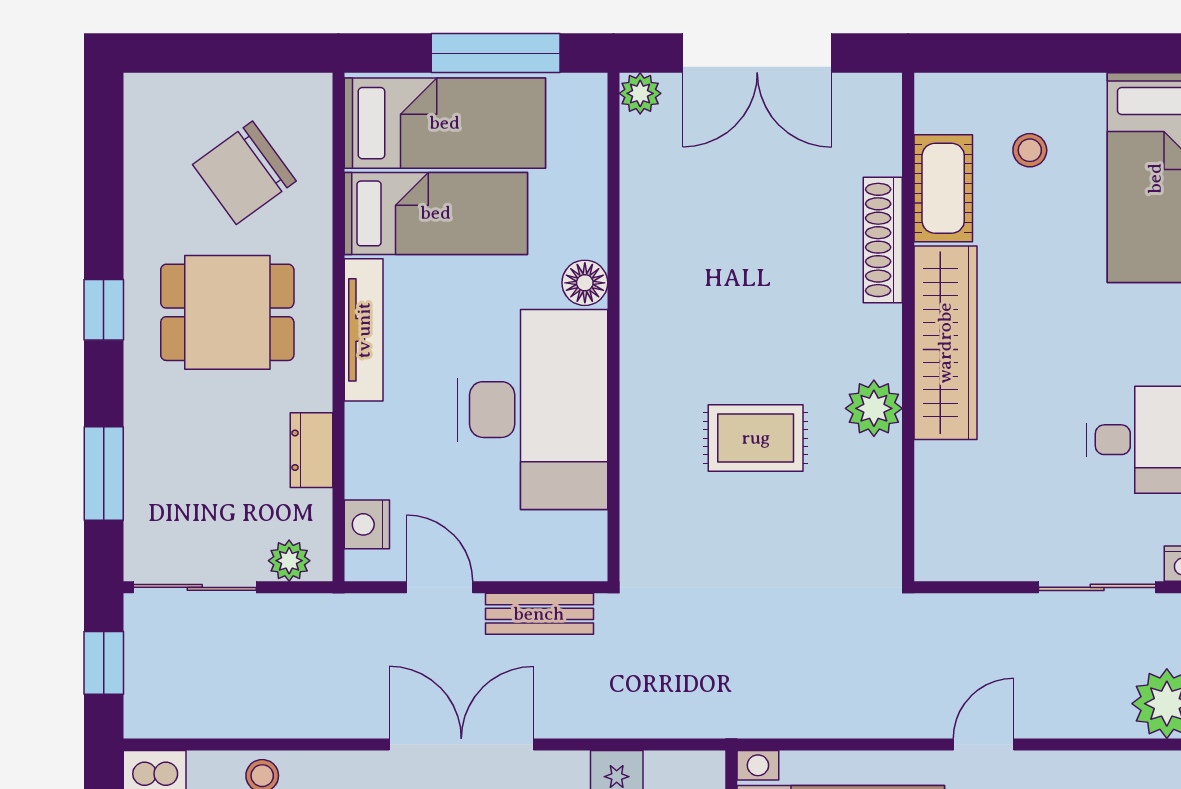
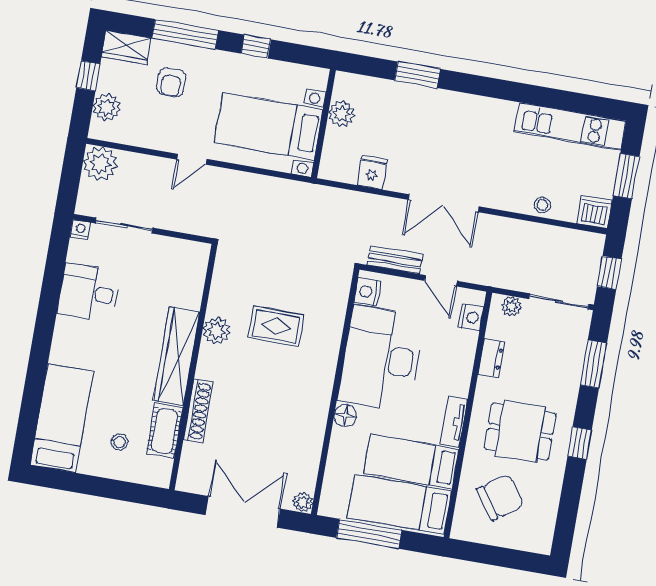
tv unit: (364, 330) -> (454, 421), width x0.71
nightstand: (583, 540) -> (368, 292), added

